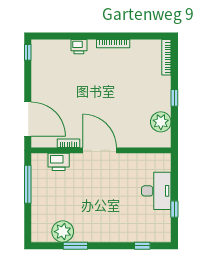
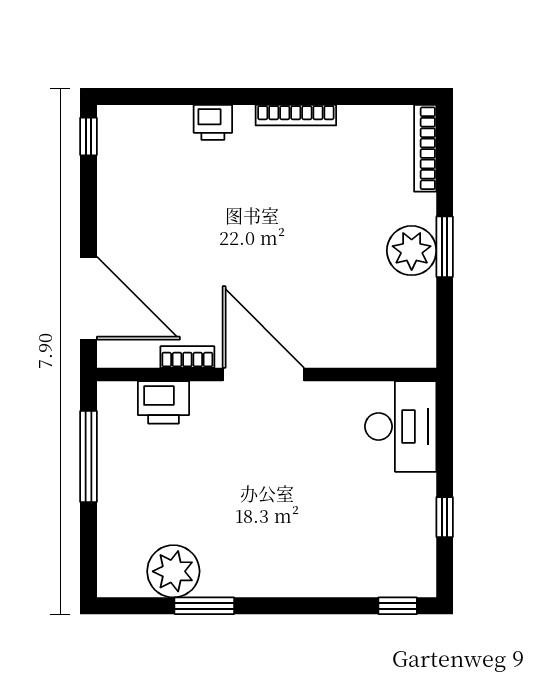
window: (174, 98) -> (445, 247), width x1.50
plant: (161, 122) -> (412, 251), moved
desk: (156, 191) -> (401, 426), moved
window: (142, 246) -> (398, 606), moved

